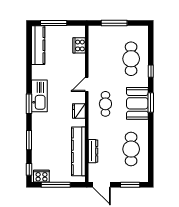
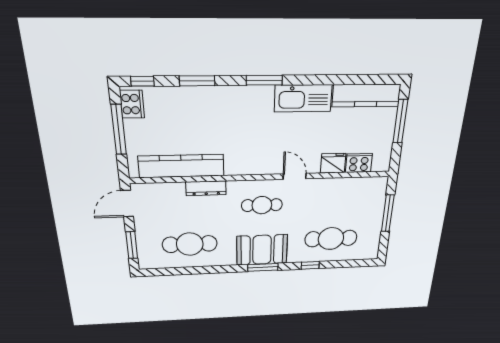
kitchen sink: (39, 96) -> (303, 98), moved
fridge: (79, 111) -> (333, 163), moved
dresser: (93, 151) -> (206, 188), moved

